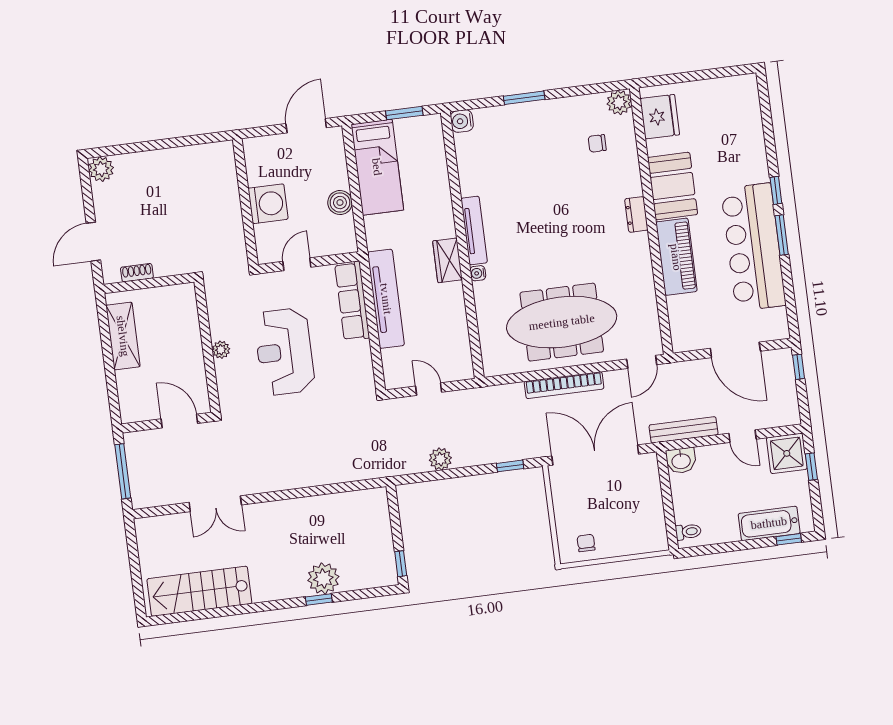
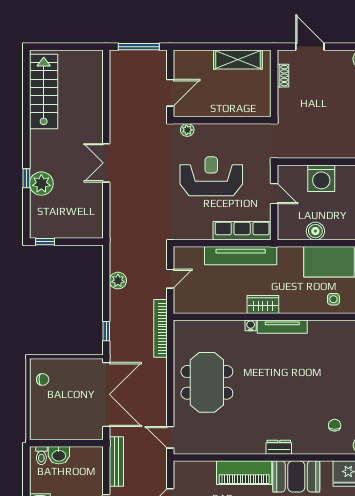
side table: (428, 167) -> (333, 299), added
meeting table: (562, 322) -> (207, 382), width x0.73
plant: (221, 350) -> (187, 130), moved
bookcase: (564, 385) -> (160, 328), moved
washbasin: (681, 461) -> (59, 455), moved, turned -90
double door: (215, 504) -> (106, 163), moved

